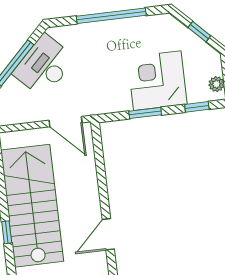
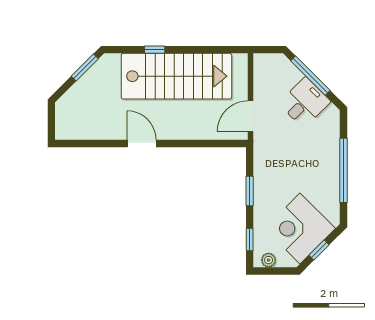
desk: (44, 66) -> (305, 103), width x0.73
corner desk: (157, 81) -> (300, 228), moved, turned -135

